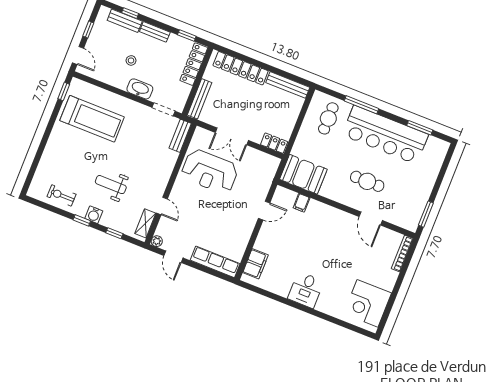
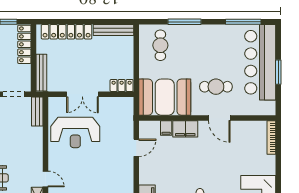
window: (420, 128) -> (243, 22), width x1.44
bar counter: (385, 135) -> (260, 62), moved, turned 90
booth: (303, 174) -> (165, 97), width x1.36, depth x1.42
filing cabinet: (320, 211) -> (185, 129), added
window: (426, 214) -> (278, 72), moved
door: (371, 219) -> (219, 118), moved

